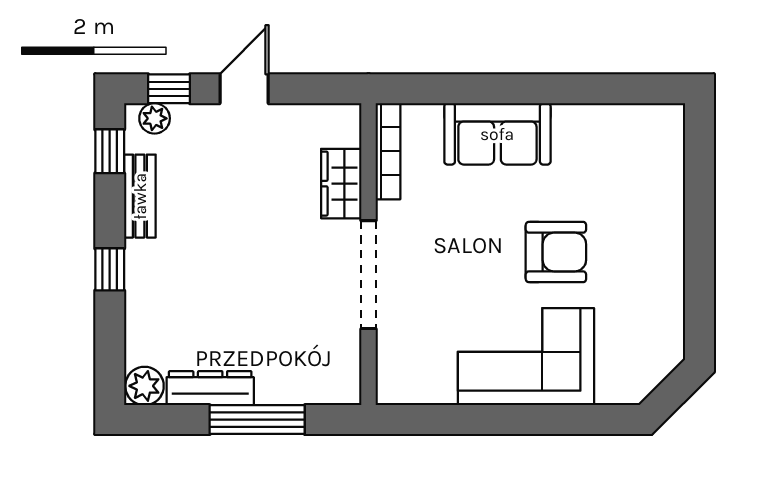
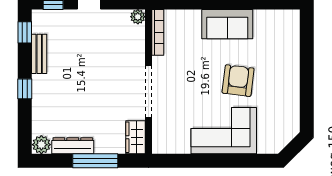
plant: (155, 118) -> (138, 17), moved
sofa: (497, 134) -> (227, 24), moved
wardrobe: (341, 184) -> (135, 137), moved
armchair: (556, 252) -> (238, 81), turned -83

